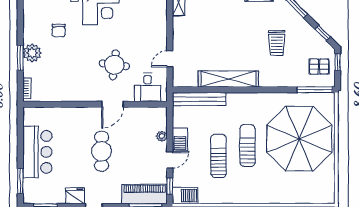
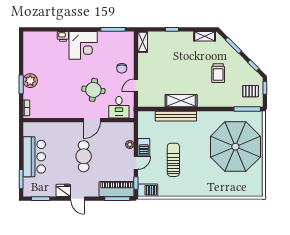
chair: (59, 31) -> (122, 68), moved
shelving: (228, 79) -> (181, 101), width x0.68
bench: (199, 99) -> (176, 116), moved
sun lounger: (248, 145) -> (196, 152), removed

